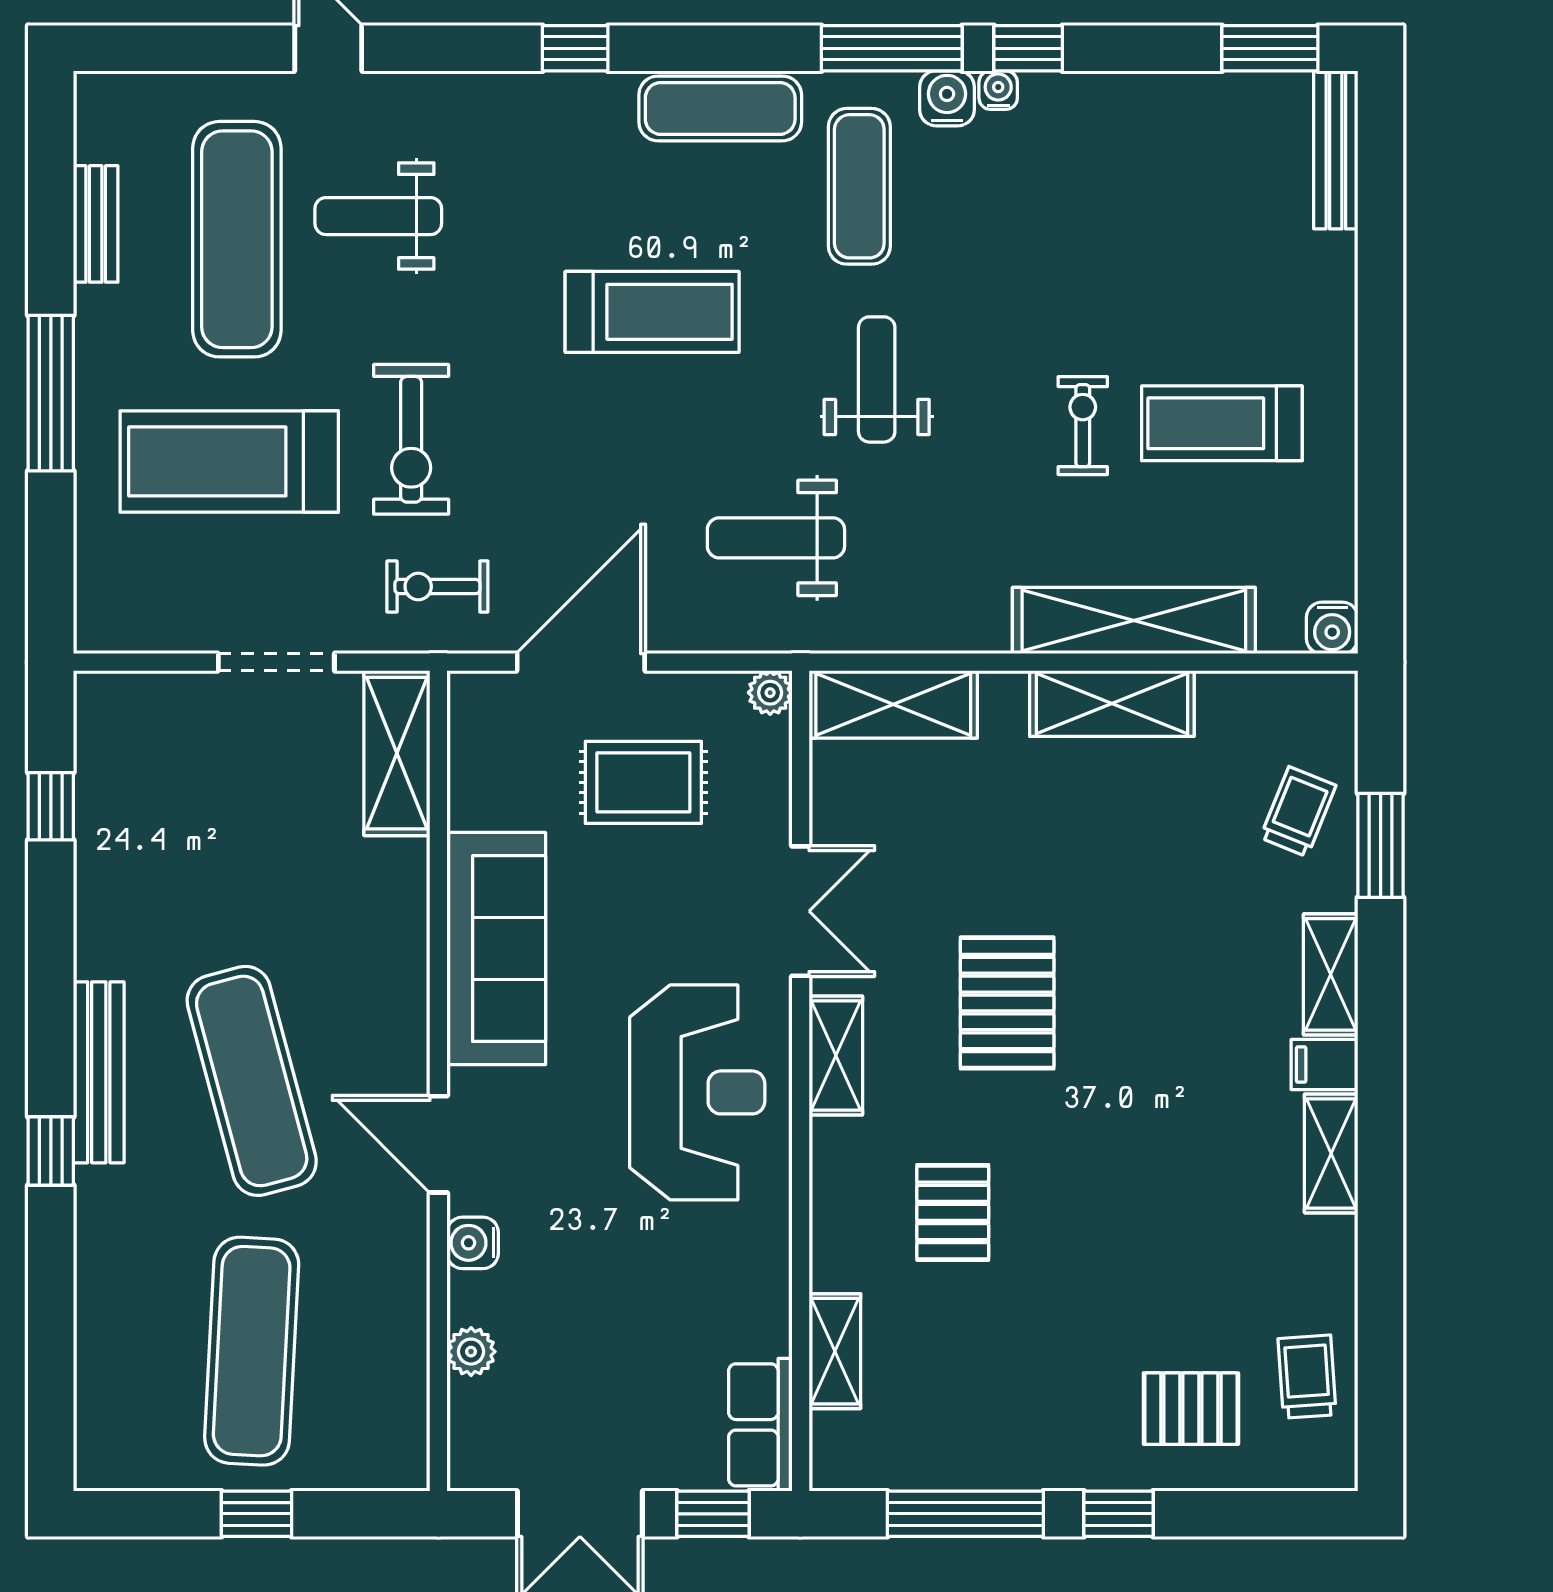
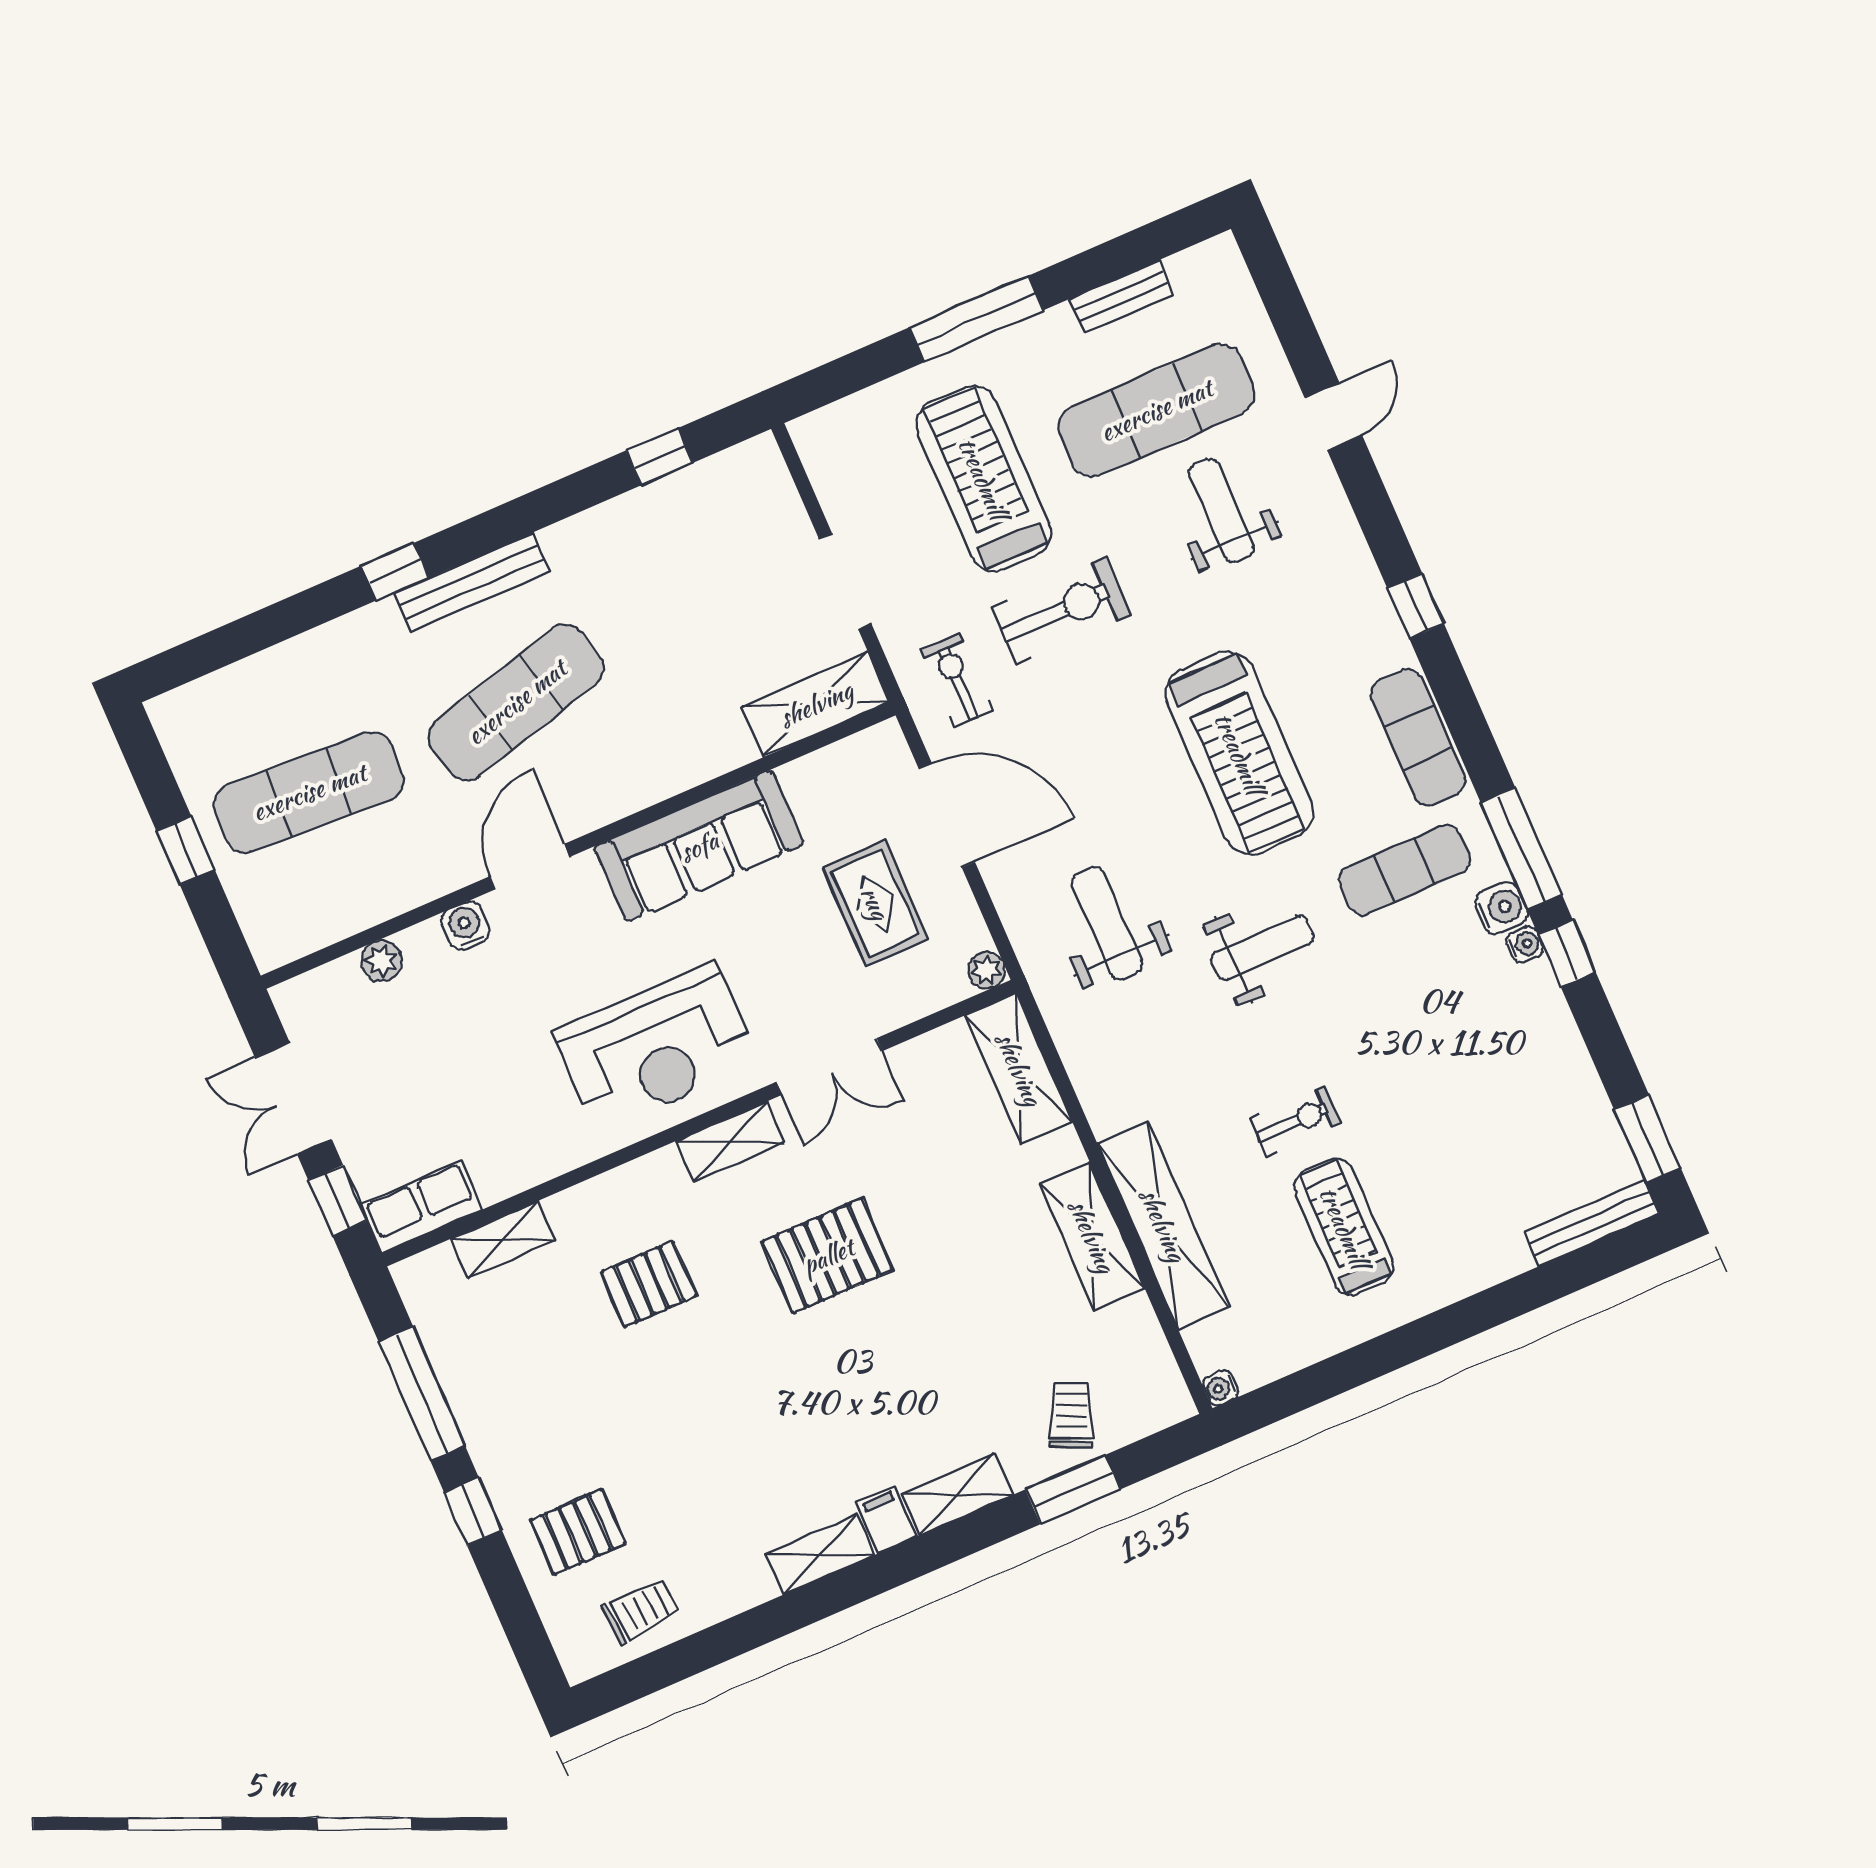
treadmill: (652, 312) -> (1239, 753), width x1.37, depth x1.38
exercise bike: (411, 439) -> (1061, 611), turned 180
water cooler: (1332, 628) -> (1220, 1388), width x0.72, depth x0.72
trolley: (1298, 812) -> (1071, 1415), turned -88
pallet: (1191, 1409) -> (578, 1532), turned 90

